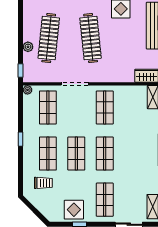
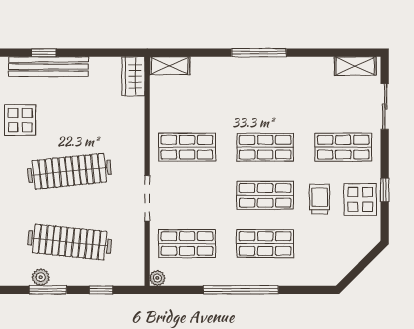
window: (21, 25) -> (48, 290), added
plant: (28, 47) -> (41, 277), moved
window: (21, 71) -> (101, 290), moved
window: (21, 139) -> (241, 290), width x3.17
trolley: (43, 183) -> (320, 199), moved

